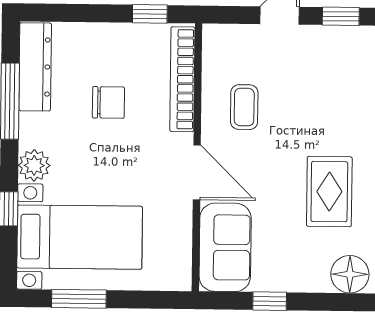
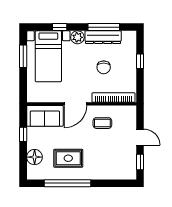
window: (150, 14) -> (140, 61), moved
dresser: (35, 67) -> (103, 37), moved
floor lamp: (350, 274) -> (35, 157), moved

